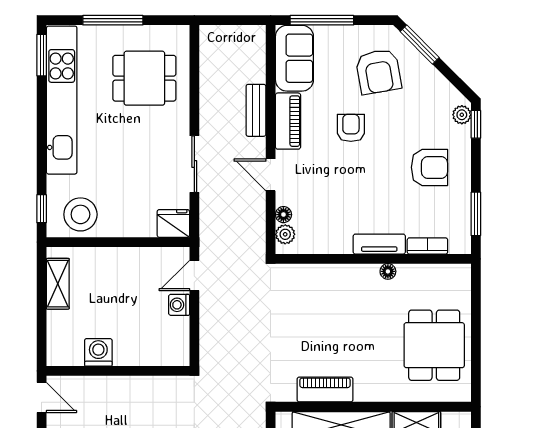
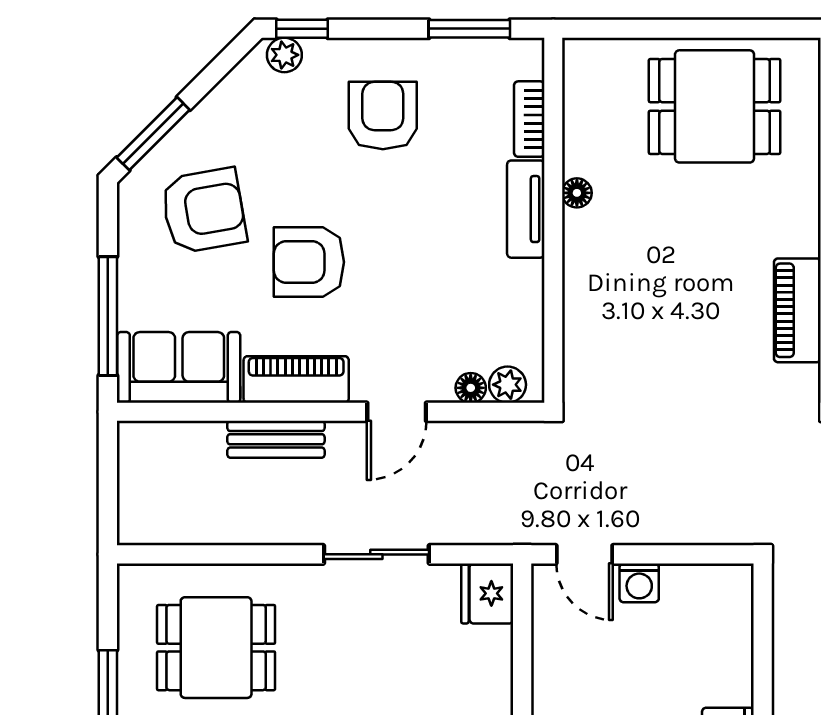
dining table: (144, 78) -> (216, 648), turned 90
armchair: (351, 128) -> (309, 262), width x1.38, depth x1.38

